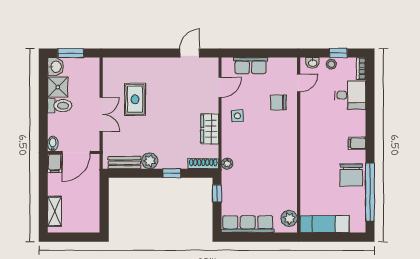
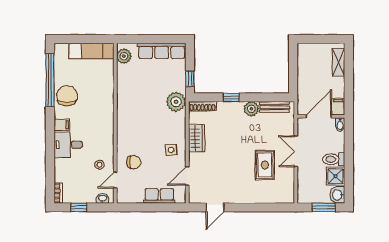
stool: (331, 64) -> (100, 165), moved
desk: (350, 95) -> (68, 145), moved
plant: (227, 164) -> (176, 102), width x1.87, depth x1.87

